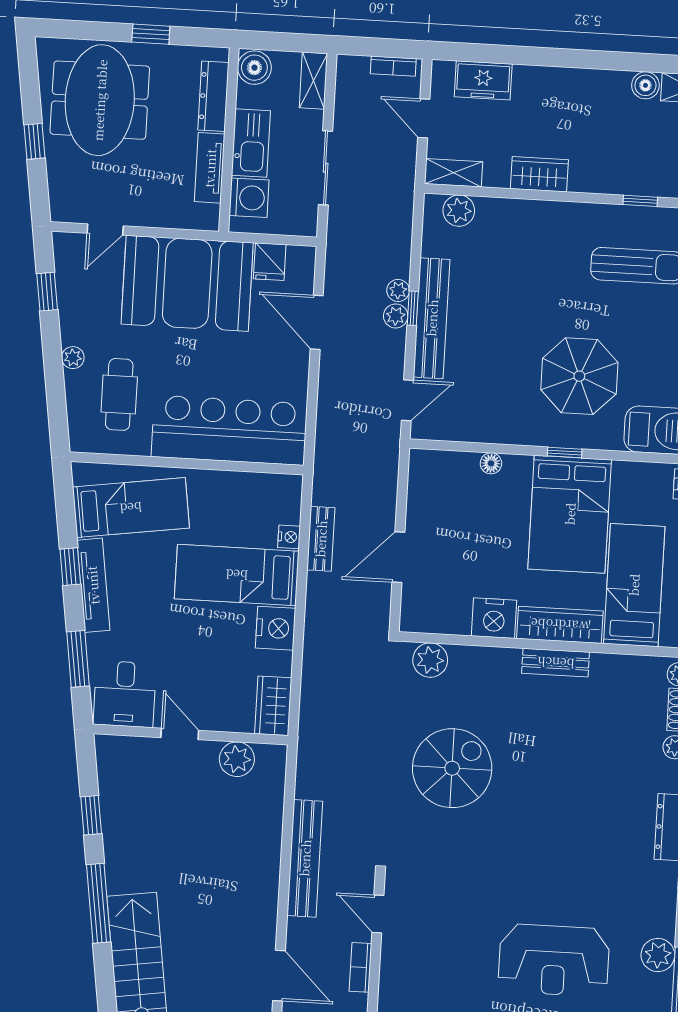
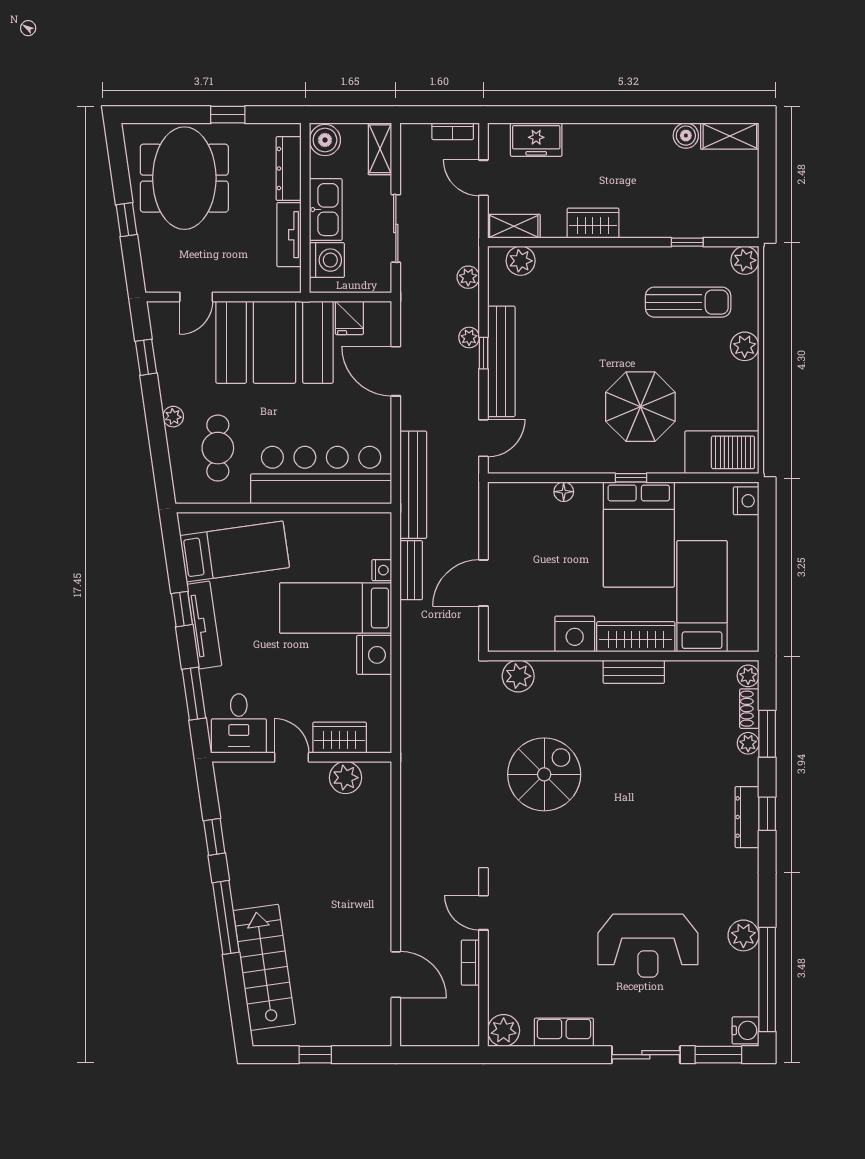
plant: (396, 316) -> (468, 277), moved
wardrobe: (273, 706) -> (340, 738), moved, turned 90
bench: (305, 858) -> (413, 485), moved

